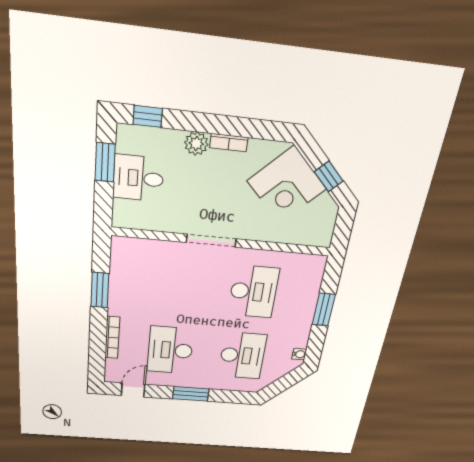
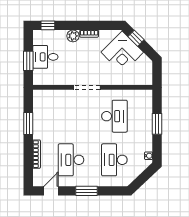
window: (105, 162) -> (28, 61), moved
window: (329, 176) -> (136, 38), moved
desk: (242, 356) -> (114, 160), turned 180

